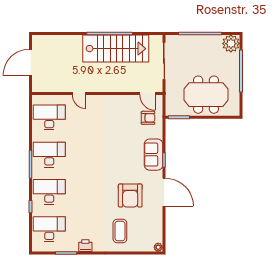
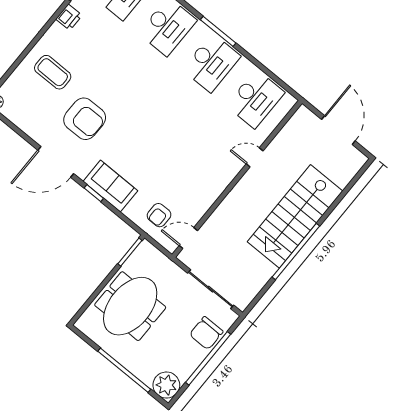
chair: (188, 45) -> (206, 333), added
stairs: (116, 49) -> (295, 216), moved
armchair: (130, 196) -> (85, 119), turned 180

